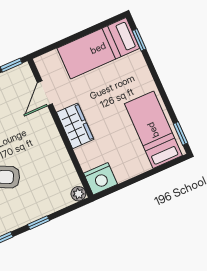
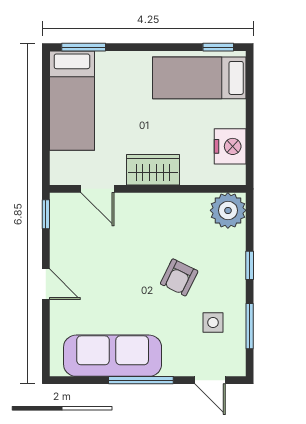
window: (139, 40) -> (84, 47), width x1.50
nightstand: (101, 179) -> (230, 146), moved
plant: (78, 194) -> (228, 210), width x1.87, depth x1.87

